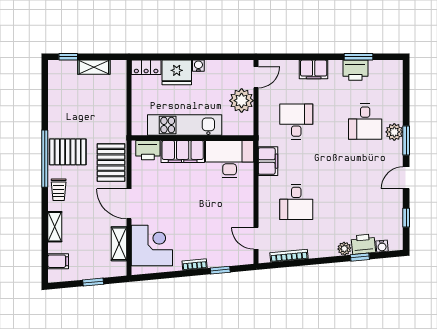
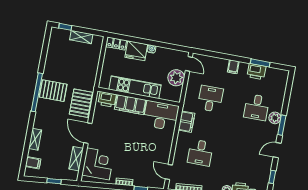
filing cabinet: (314, 69) -> (233, 67), width x0.50
door: (256, 77) -> (189, 64), hinge flipped
trolley: (59, 190) -> (42, 115), removed

